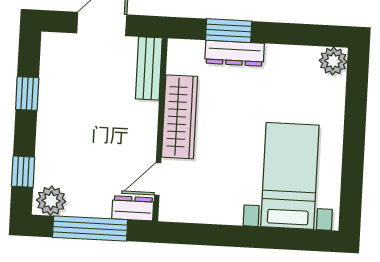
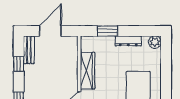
dresser: (234, 53) -> (128, 41), moved
bench: (149, 68) -> (29, 50), moved

